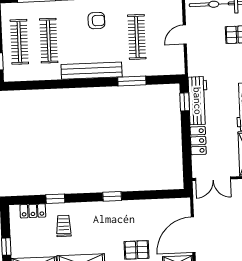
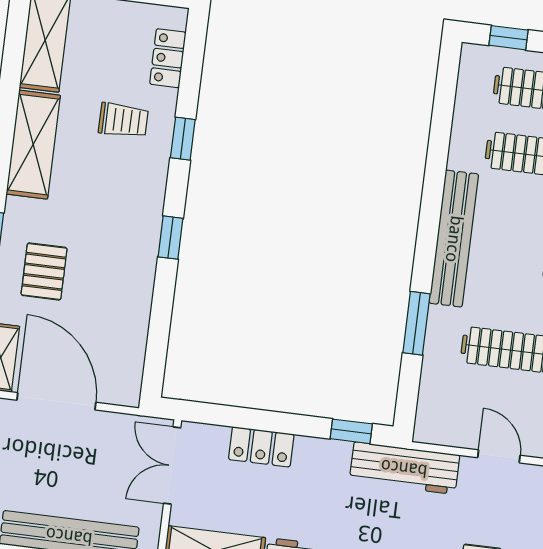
workbench: (198, 101) -> (404, 468), moved
window: (55, 199) -> (183, 139), moved

